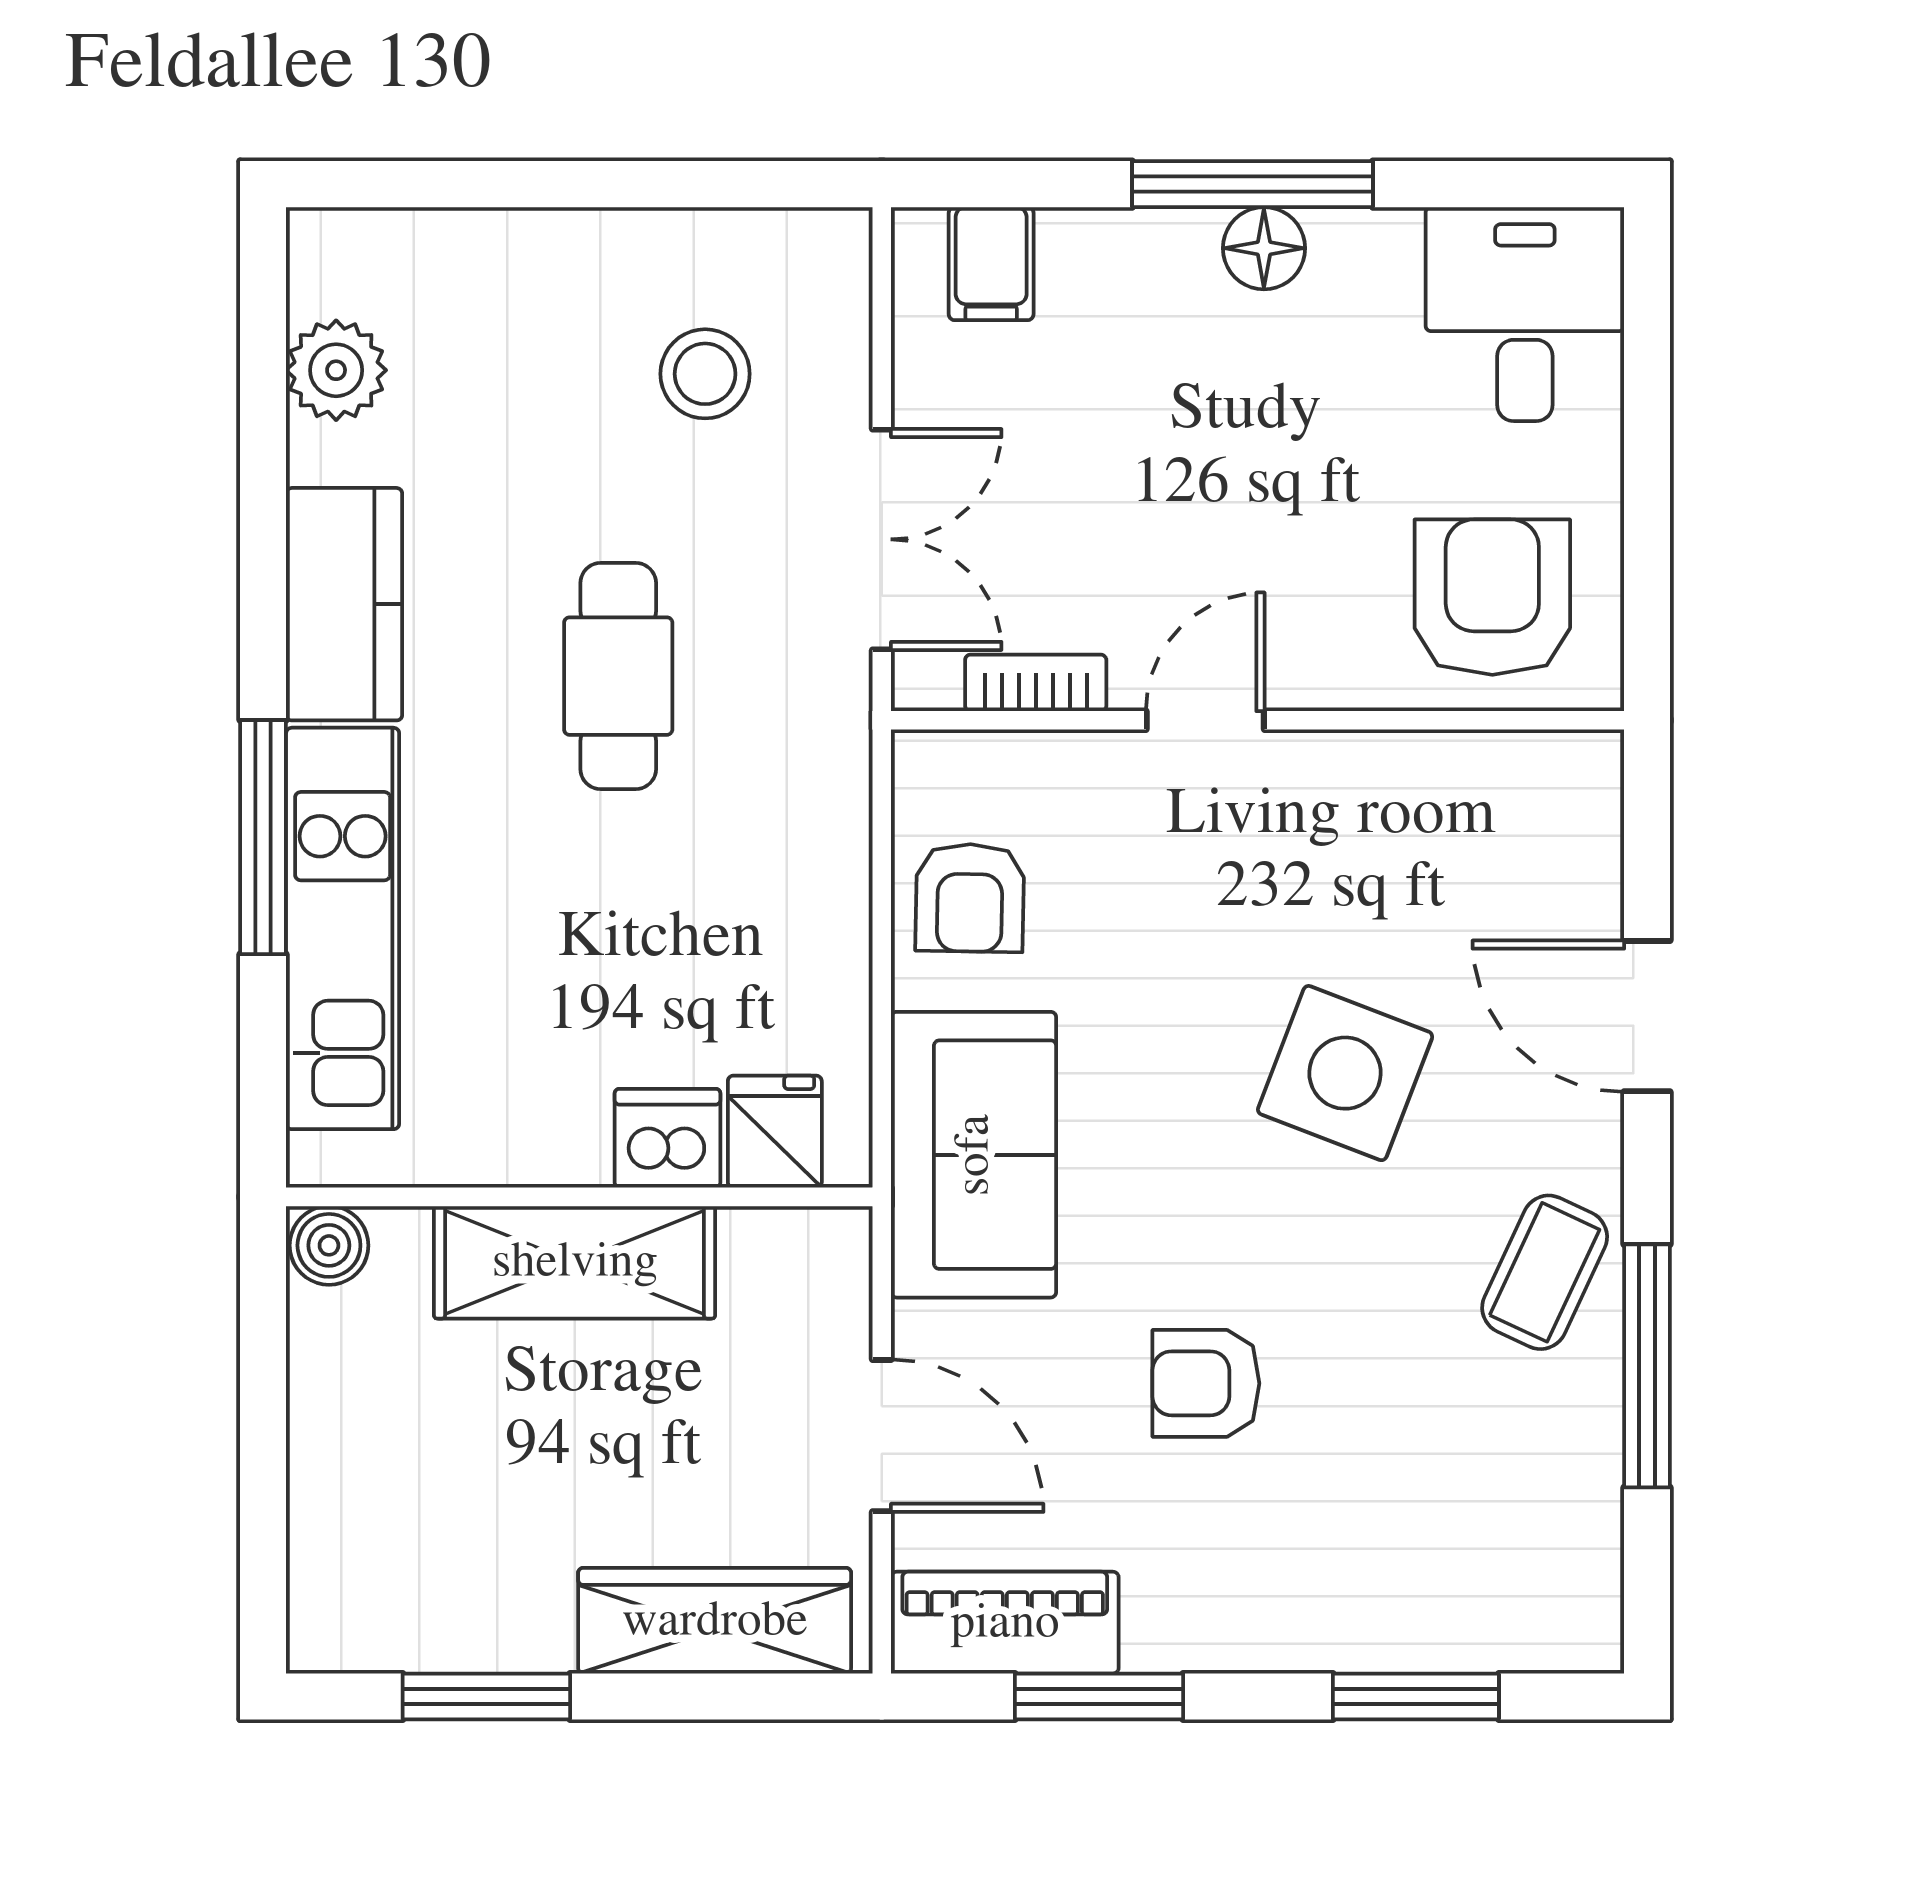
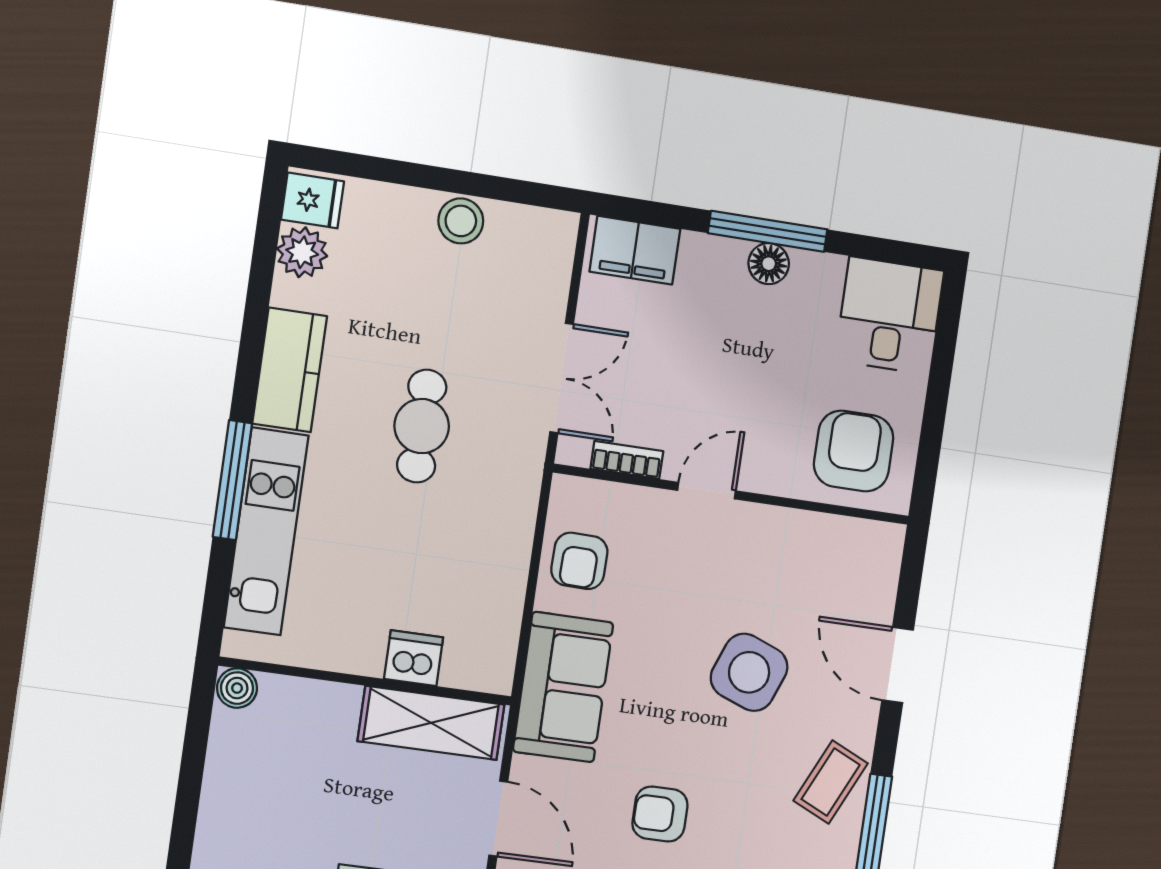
filing cabinet: (991, 264) -> (635, 250), width x2.00
stool: (705, 374) -> (461, 221), moved
fridge: (775, 1132) -> (313, 200), moved, turned 90
shelving: (575, 1262) -> (431, 723), moved

